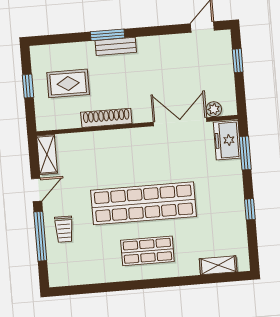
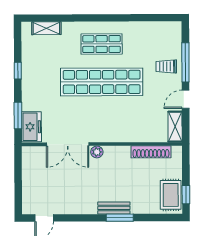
window: (238, 61) -> (18, 189), removed
rug: (68, 83) -> (171, 195), moved, turned 90
window: (28, 86) -> (186, 195), moved
plant: (214, 109) -> (97, 152), moved
shoe rack: (106, 118) -> (151, 152), moved
trolley: (64, 229) -> (166, 66), turned -90

